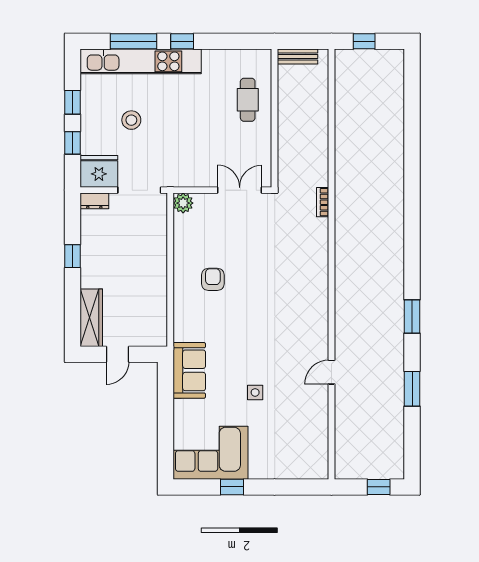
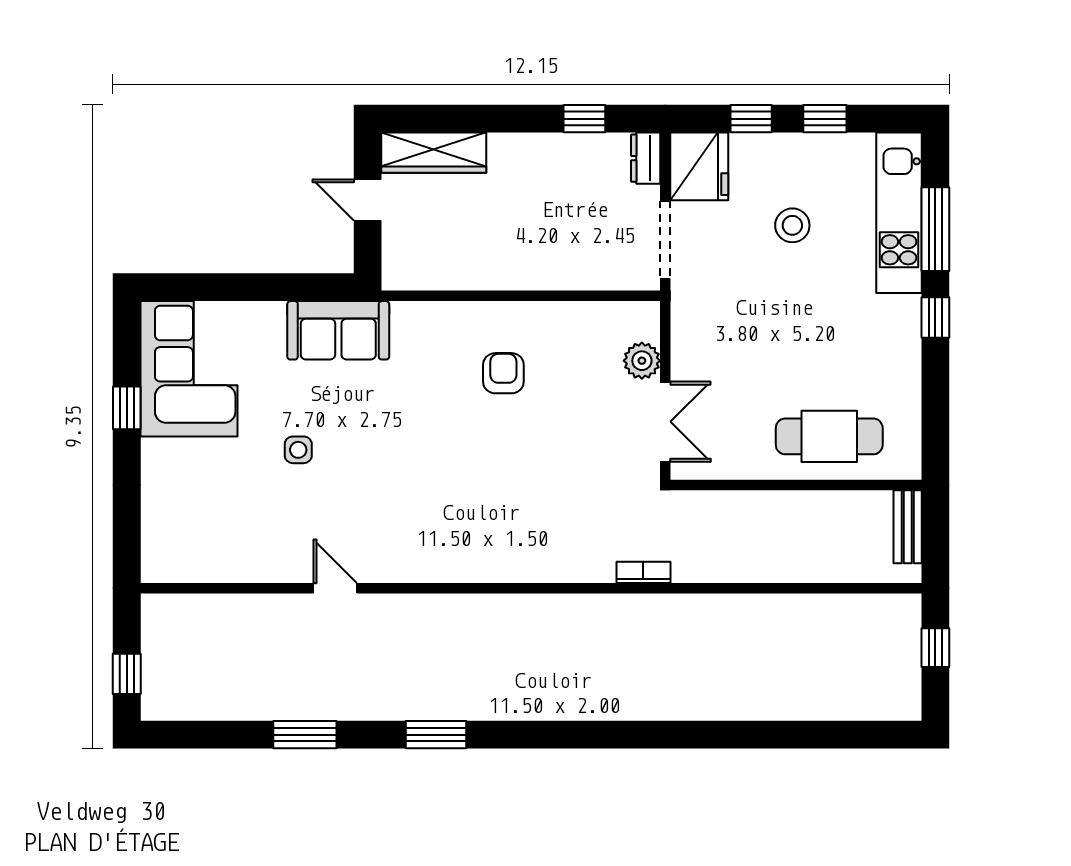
kitchen unit: (141, 61) -> (899, 213), width x0.73
cafe table: (248, 100) -> (829, 436), width x1.37, depth x1.35
plant: (183, 203) -> (642, 361), moved
window: (72, 256) -> (584, 119), moved
armchair: (213, 279) -> (503, 373), turned -90

